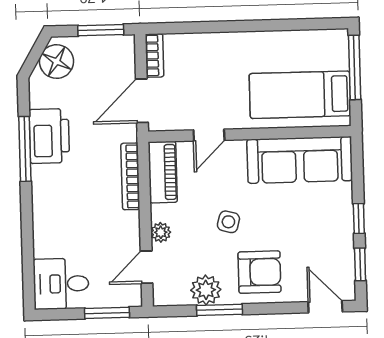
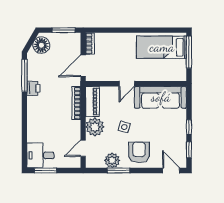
bed: (300, 95) -> (162, 47), moved
door: (209, 135) -> (127, 84), moved
printer: (49, 136) -> (34, 88), width x0.53, depth x0.68
window: (25, 149) -> (24, 75), moved
plant: (161, 232) -> (95, 127), width x1.88, depth x1.88
armchair: (259, 272) -> (139, 152), turned -90
window: (107, 313) -> (46, 170), moved

